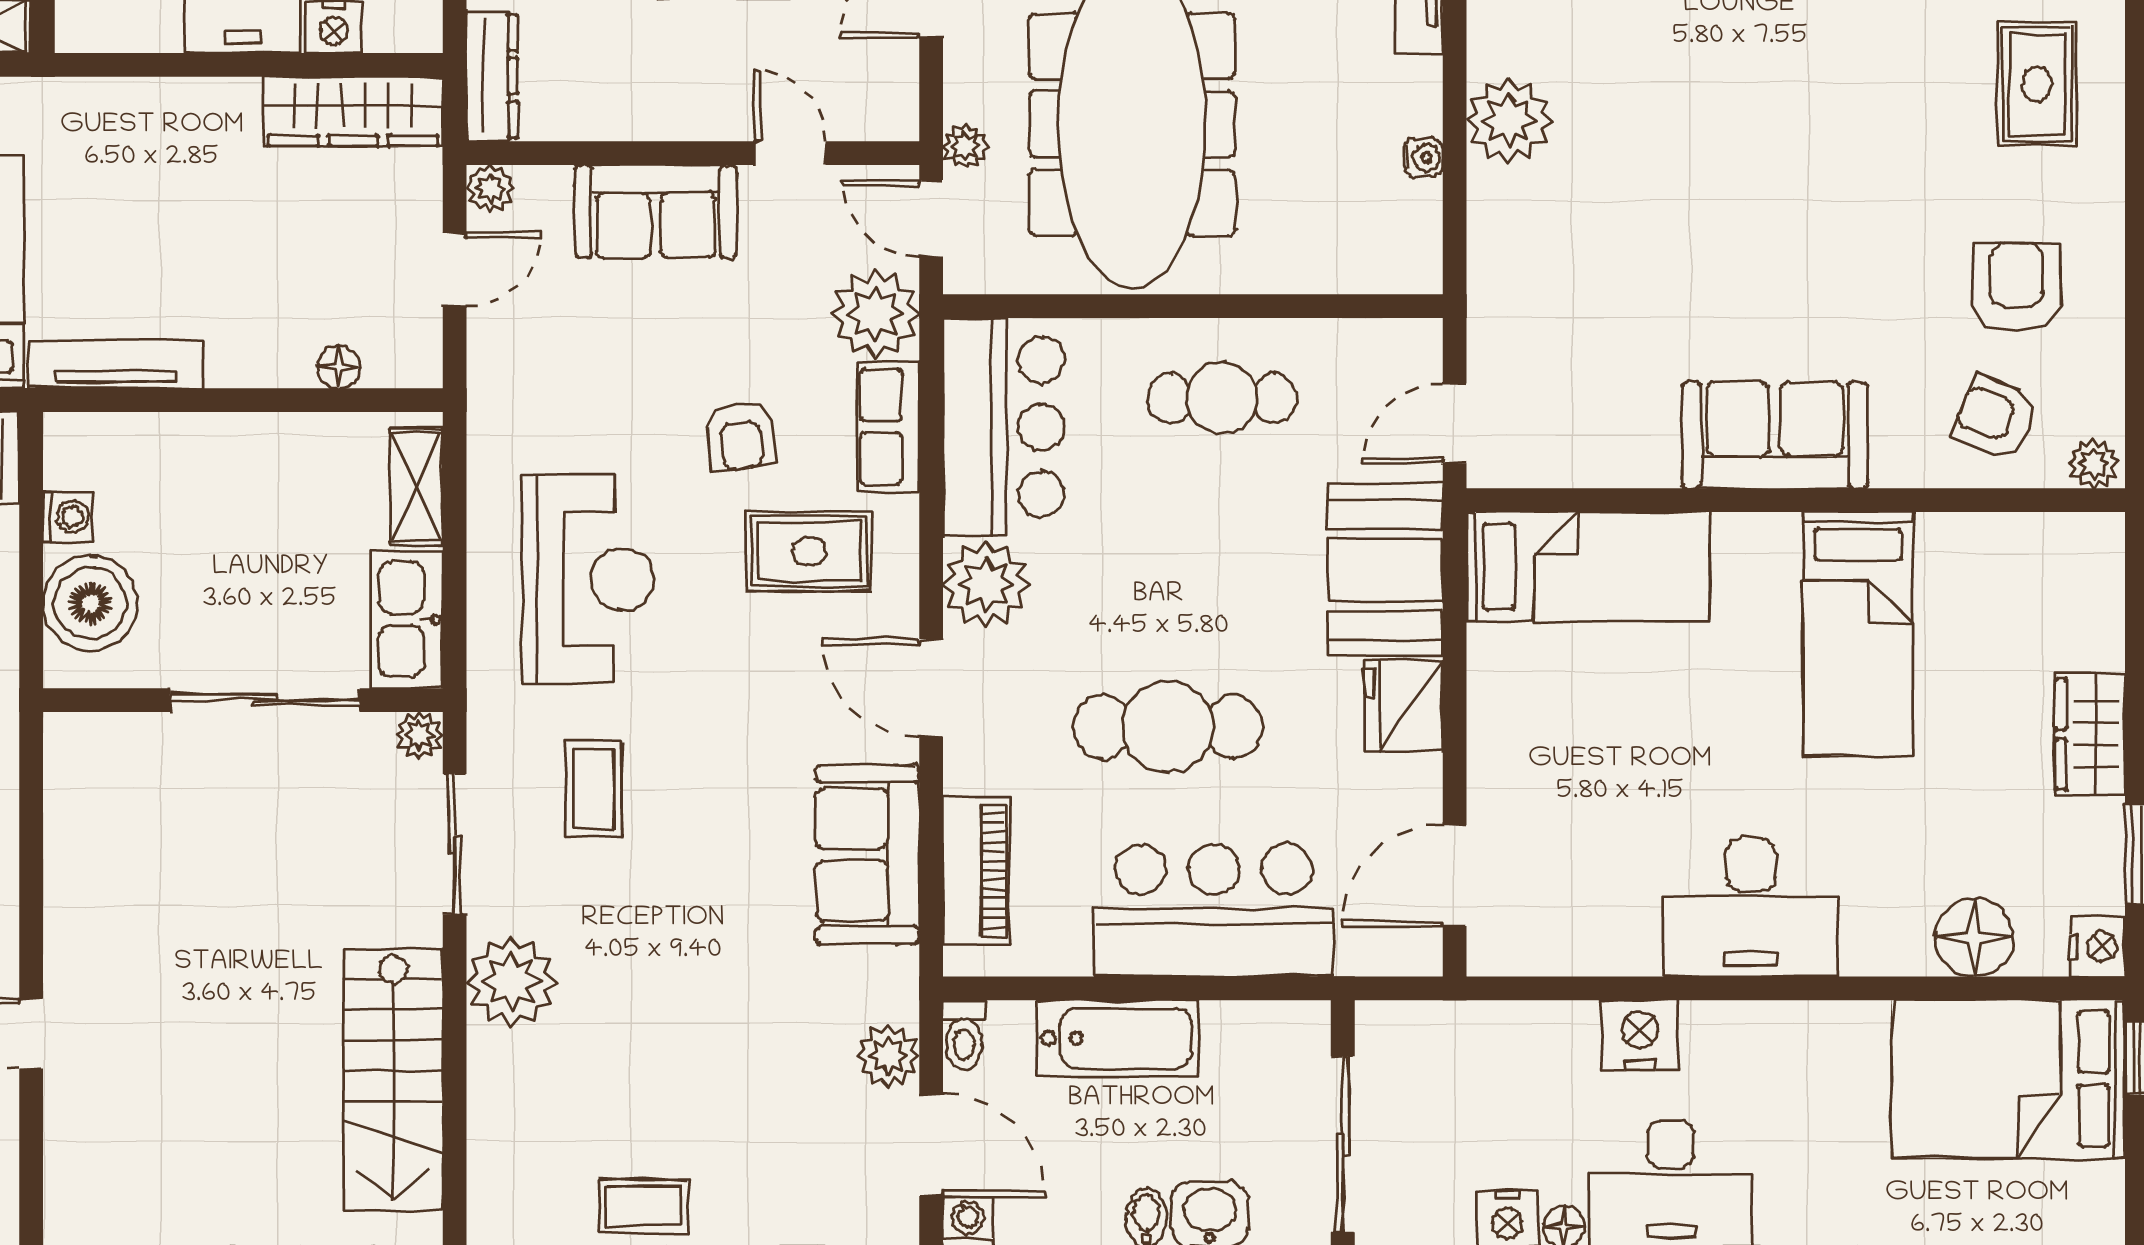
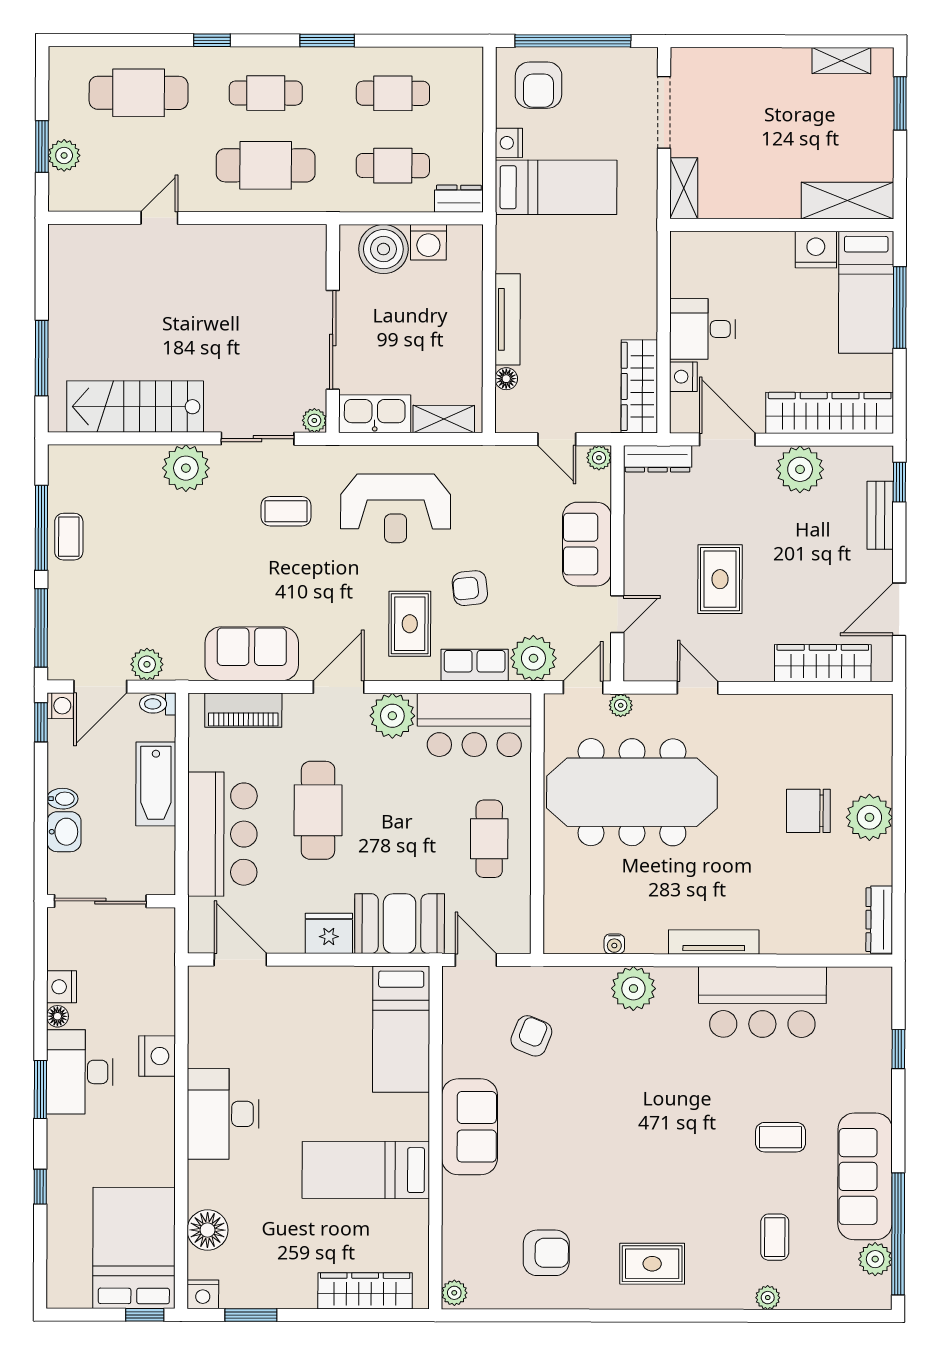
tv unit: (116, 365) -> (508, 319), moved
armchair: (1995, 417) -> (531, 1036), moved
washing machine: (68, 517) -> (428, 242), width x1.38, depth x1.38
wardrobe: (2090, 734) -> (365, 1291), moved, width x1.50

